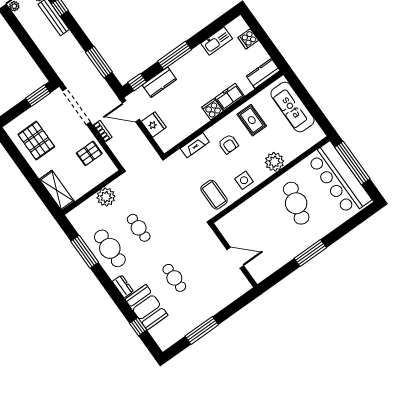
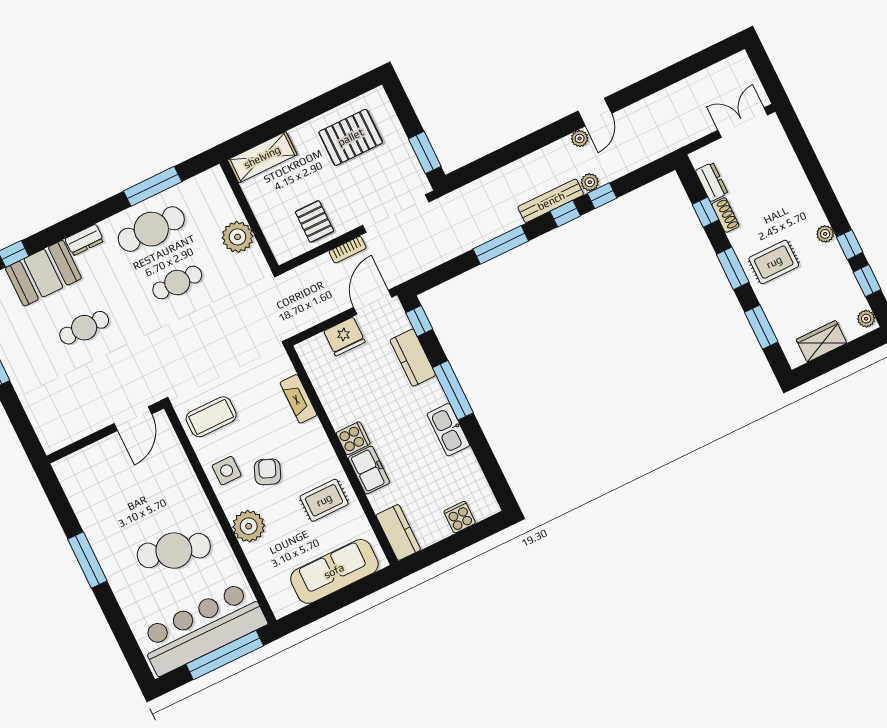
kitchen sink: (217, 41) -> (448, 430), moved
window: (99, 62) -> (501, 245), moved
armchair: (228, 144) -> (267, 472), moved, turned 112
door: (235, 258) -> (133, 419), moved

